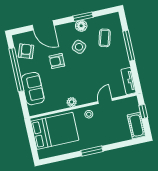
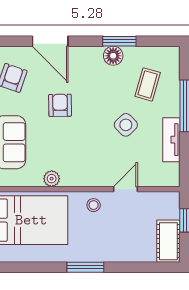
side table: (79, 47) -> (126, 125), moved
armchair: (57, 61) -> (60, 105), turned 89
tv unit: (129, 81) -> (171, 140), moved
plant: (72, 102) -> (52, 179), moved

